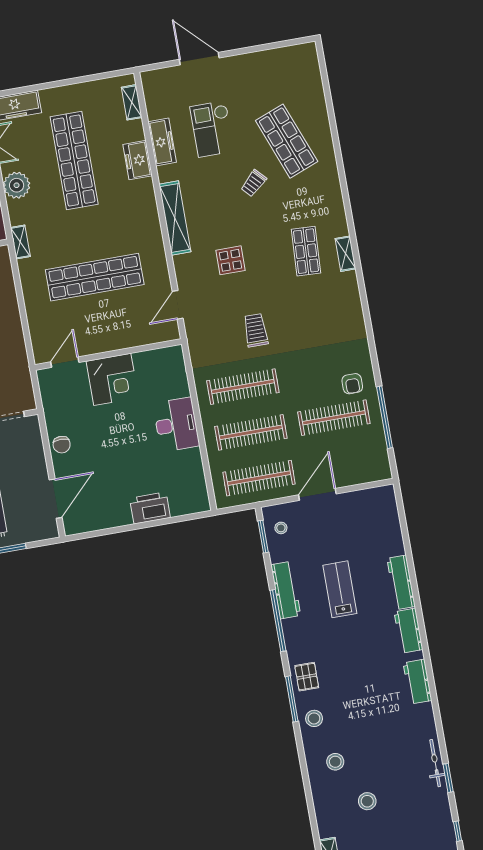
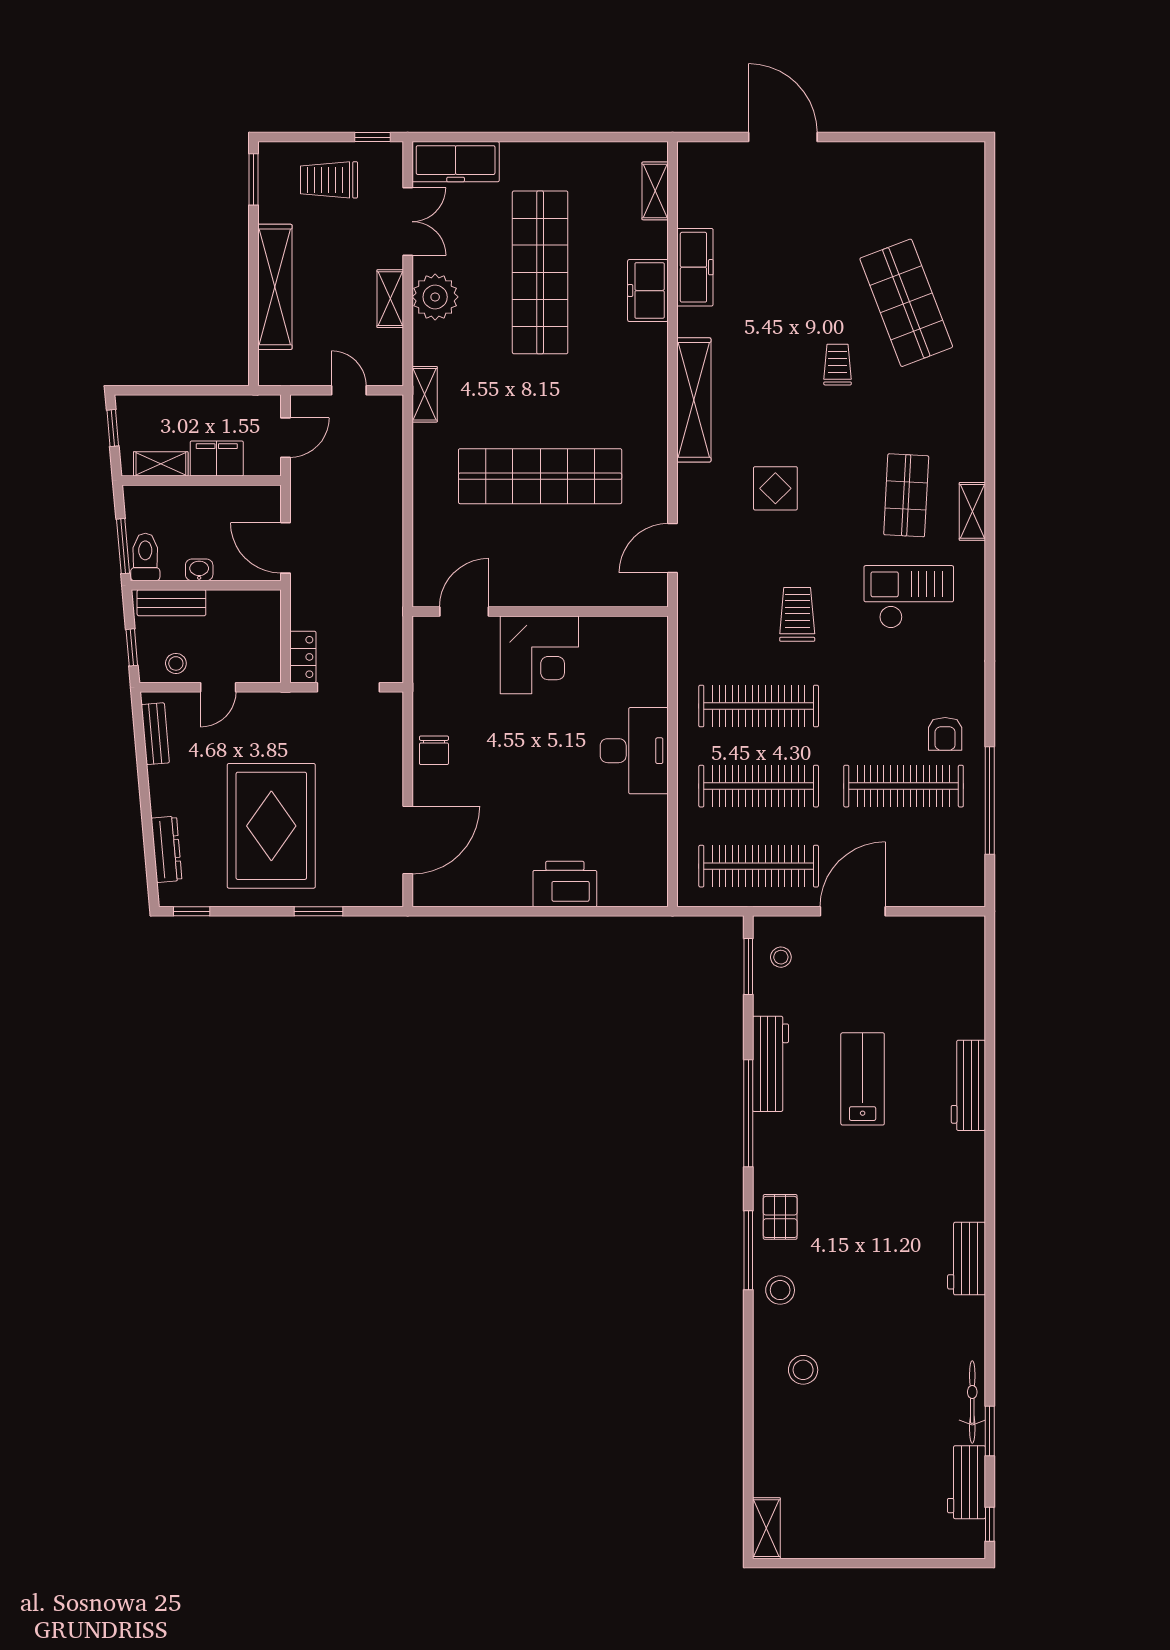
checkout: (212, 129) -> (909, 597), moved, turned 90
trolley: (254, 183) -> (838, 365), turned 133
workbench: (408, 631) -> (966, 1482), moved
stool: (367, 801) -> (846, 1446), removed

